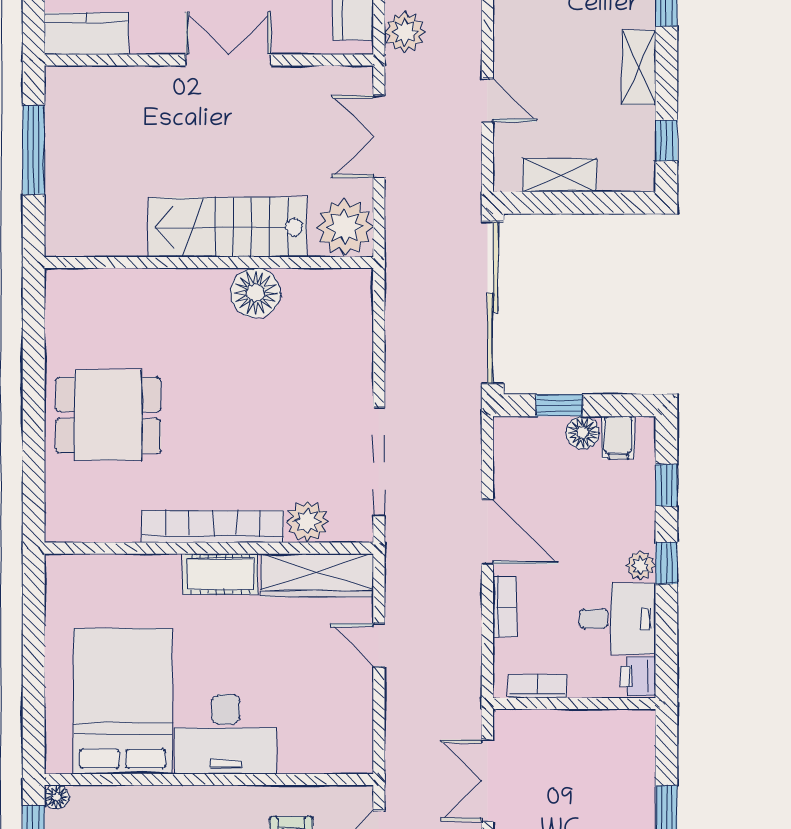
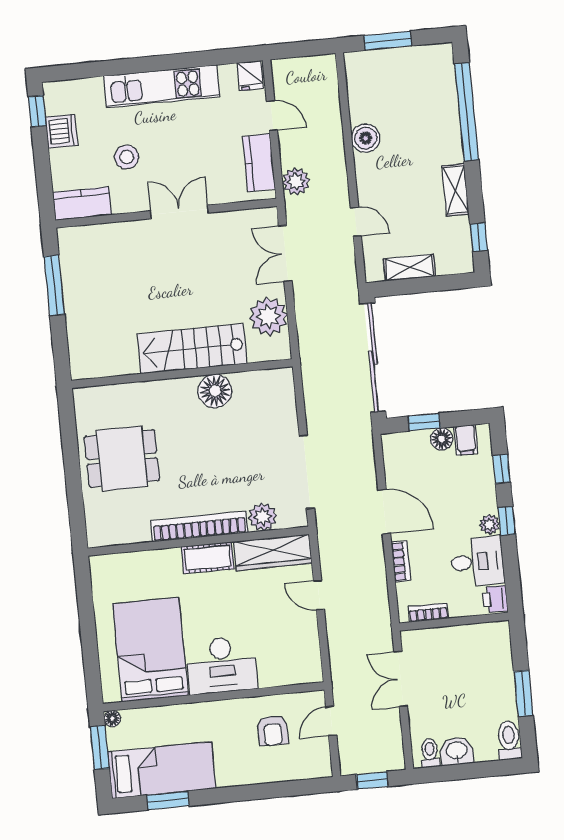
stairs: (228, 227) -> (192, 349), moved
wall: (209, 262) -> (182, 374), moved
floor lamp: (255, 293) -> (215, 391), moved

